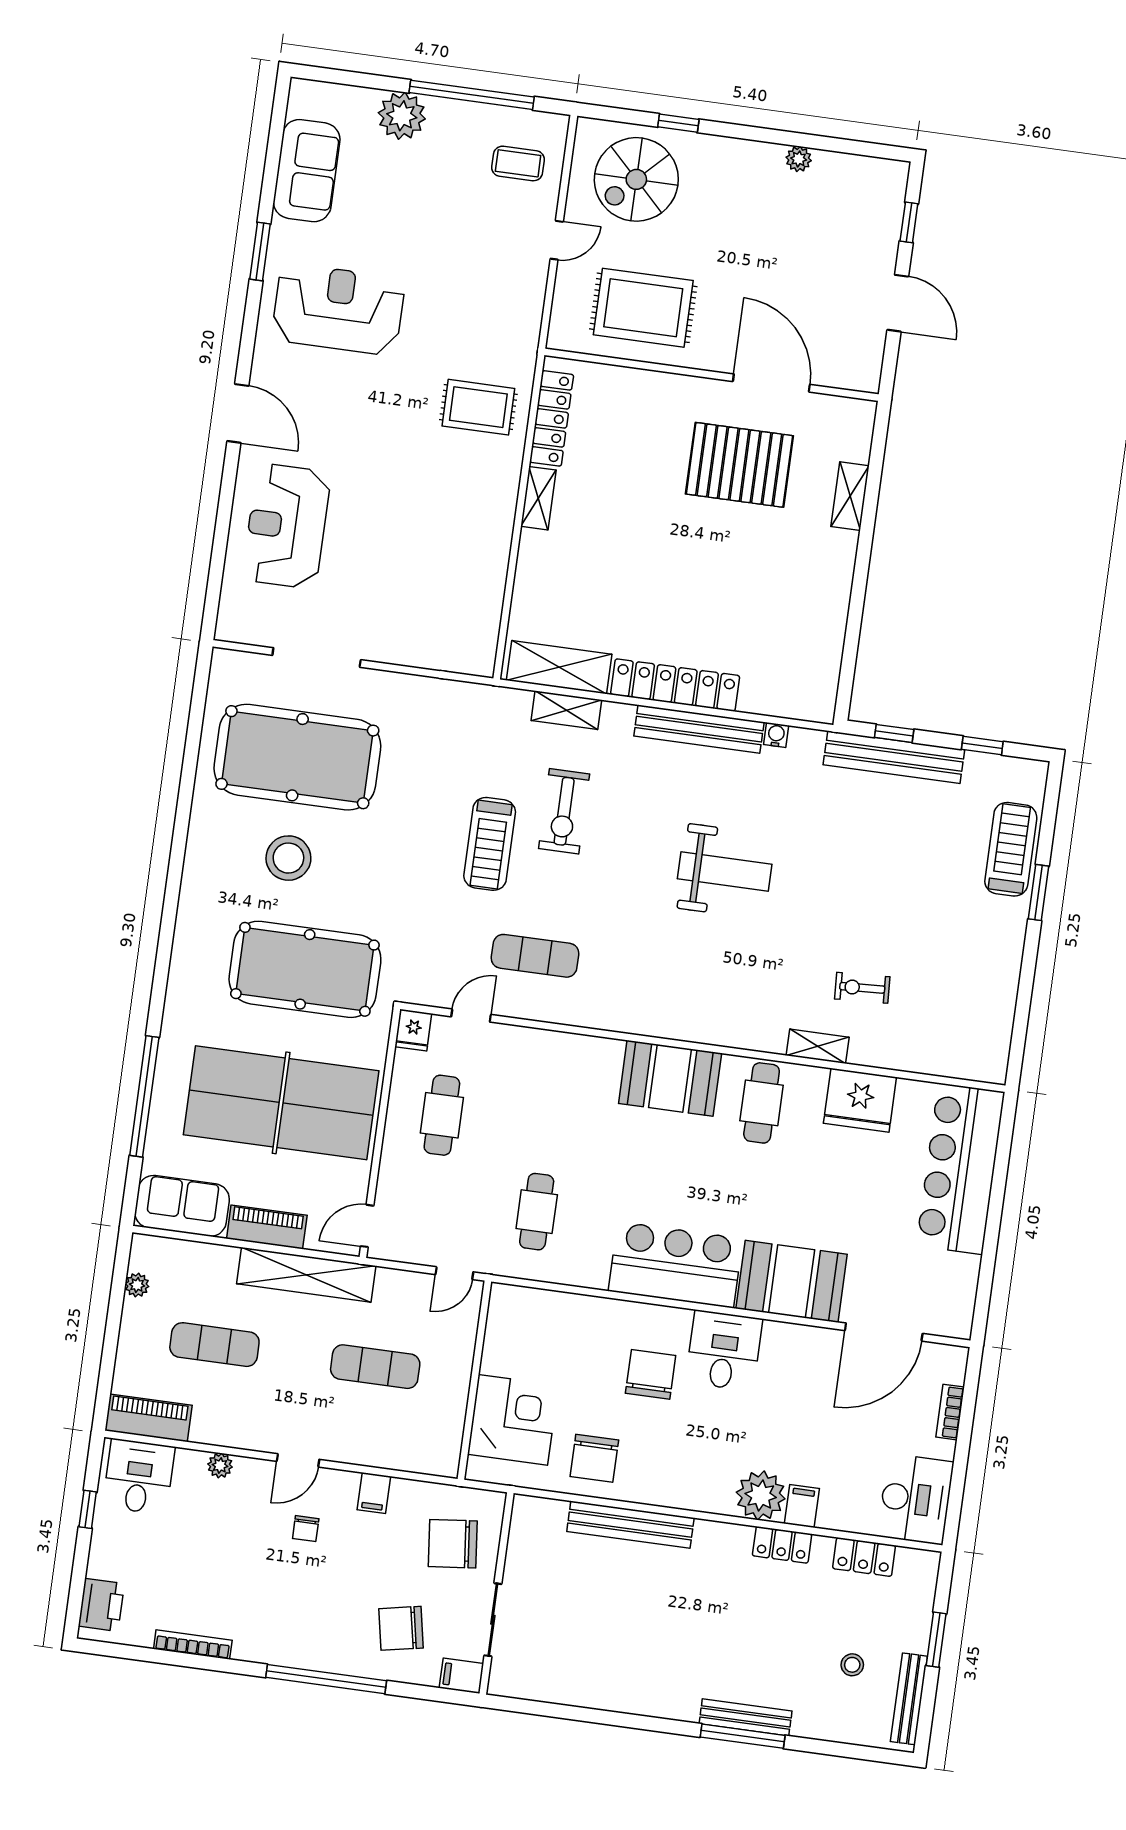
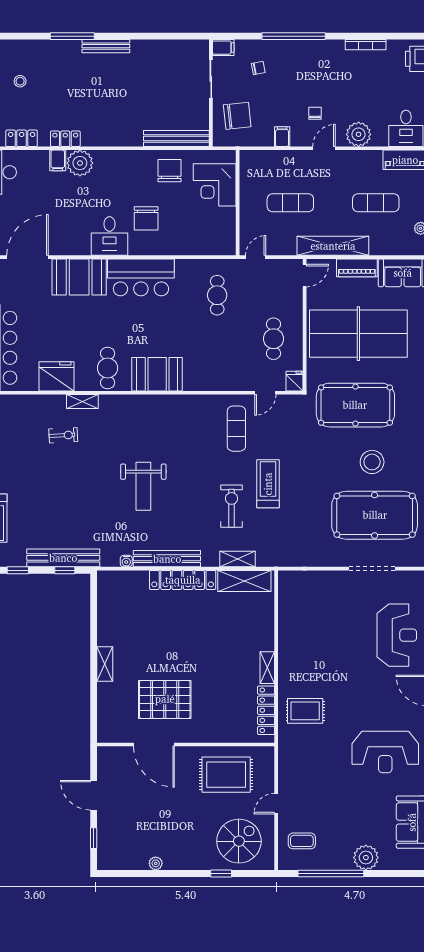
shelving: (850, 496) -> (105, 664), moved
weight bench: (725, 871) -> (143, 486), turned -90
exercise mat: (535, 956) -> (236, 429), turned 90
plant: (220, 1465) -> (359, 134), width x1.88, depth x1.88
bench: (630, 1525) -> (176, 138), moved
chair: (401, 1628) -> (258, 68), width x0.54, depth x0.54
bench: (746, 1717) -> (106, 46), moved

